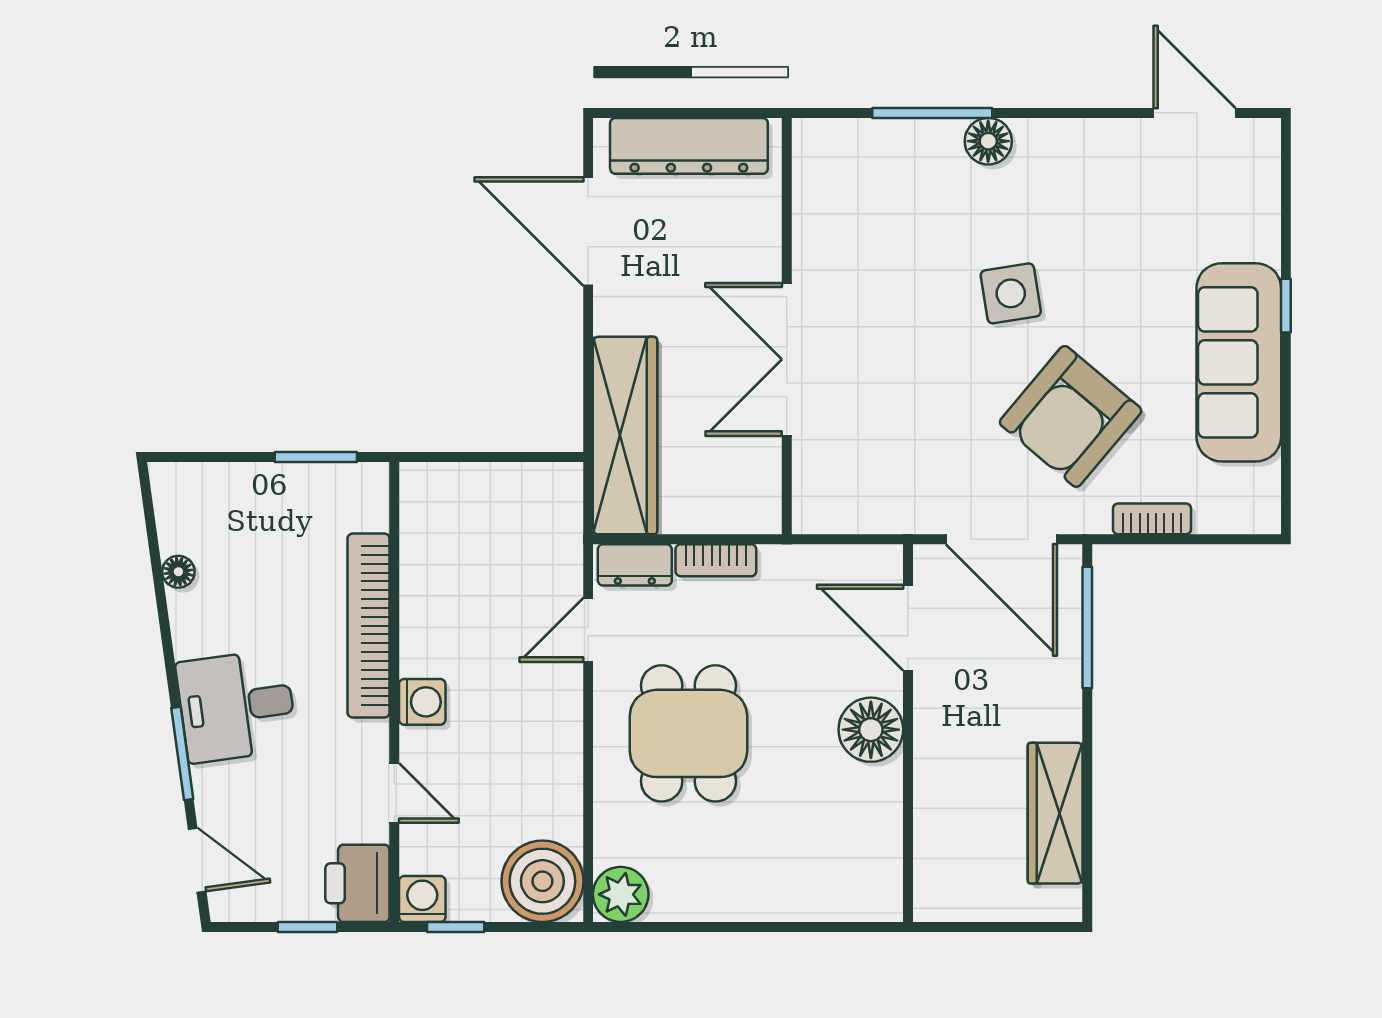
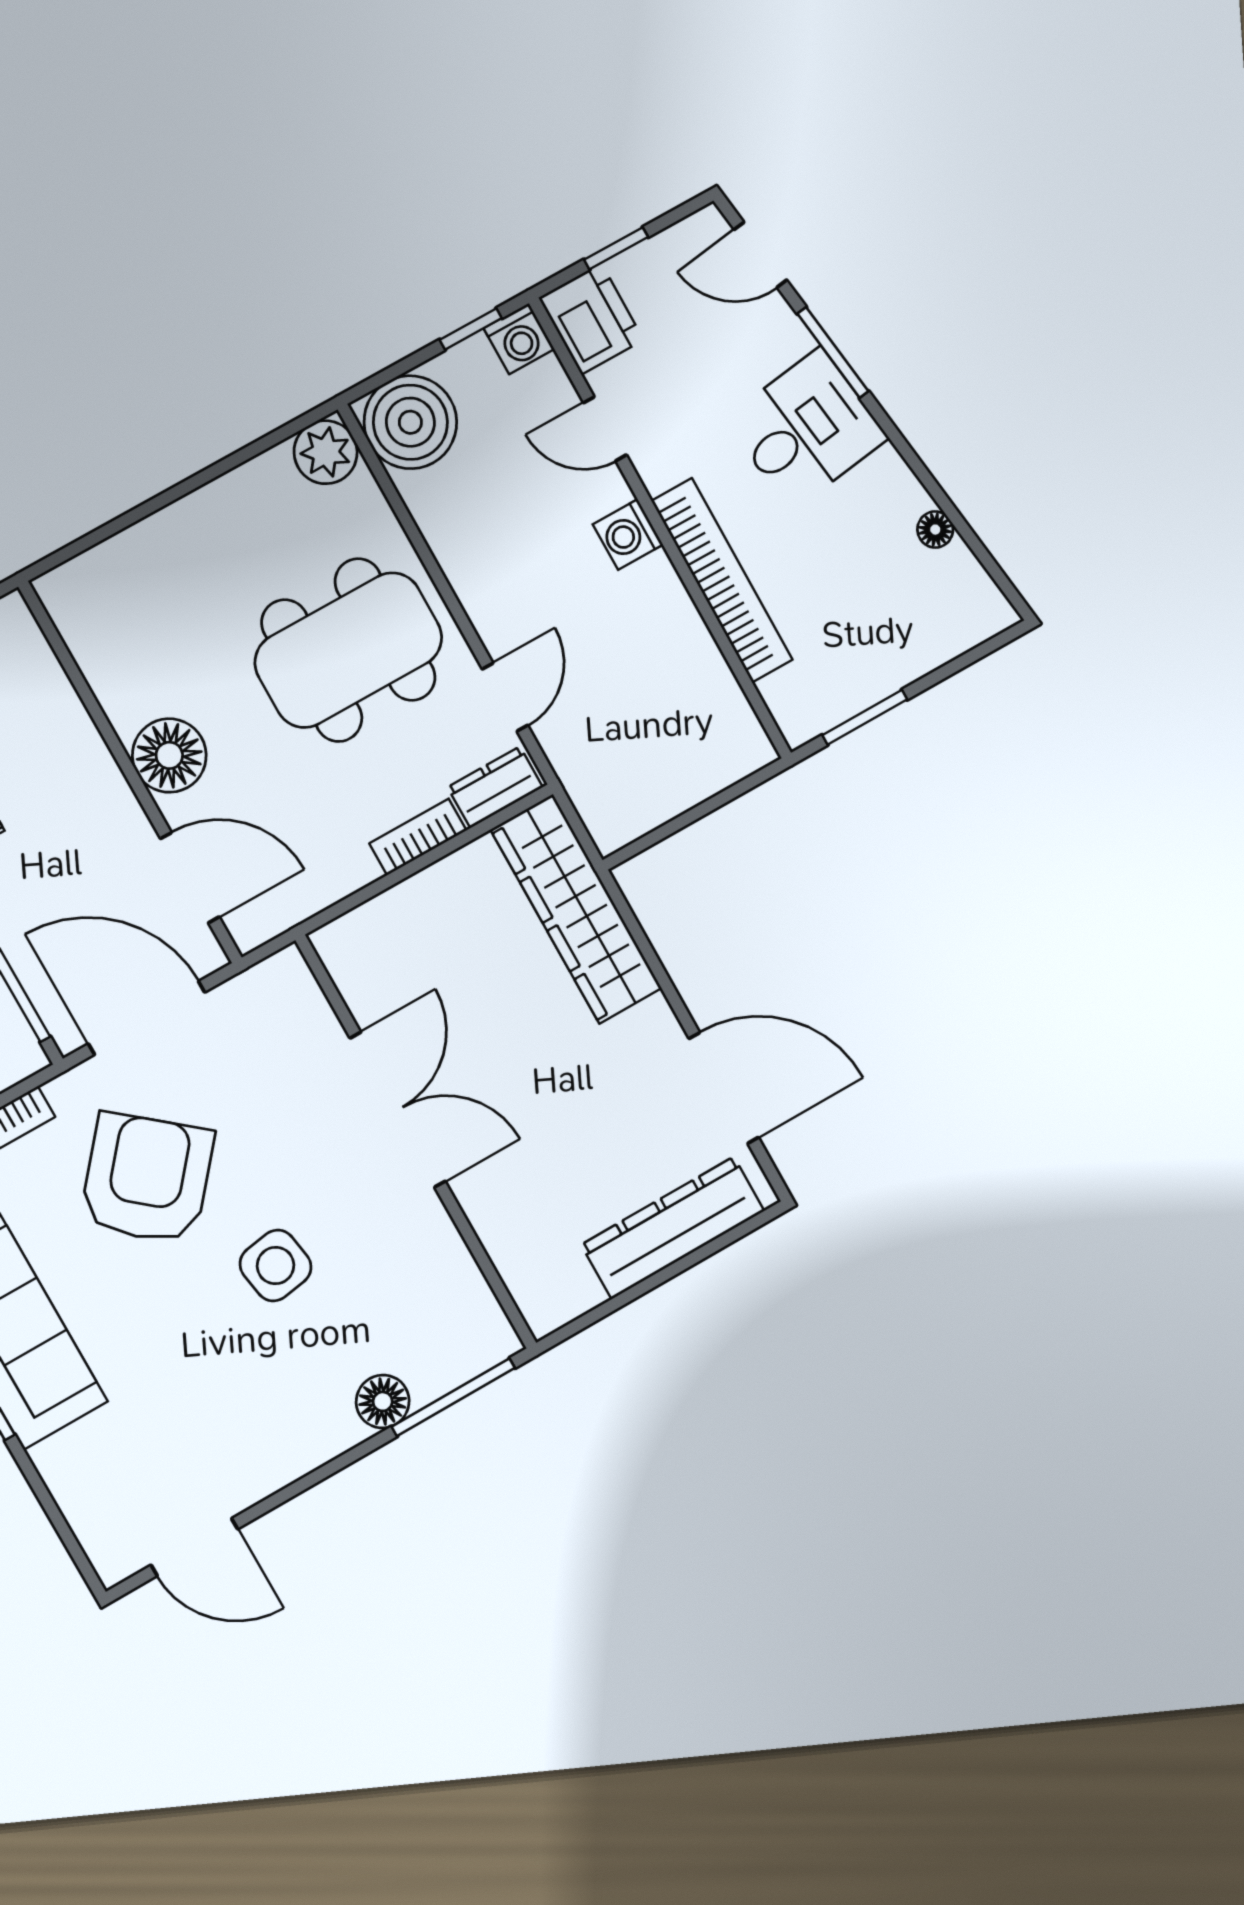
wall: (787, 326) -> (416, 1142), moved
double door: (787, 359) -> (398, 1110), moved
dining table: (688, 733) -> (348, 650), width x1.38

